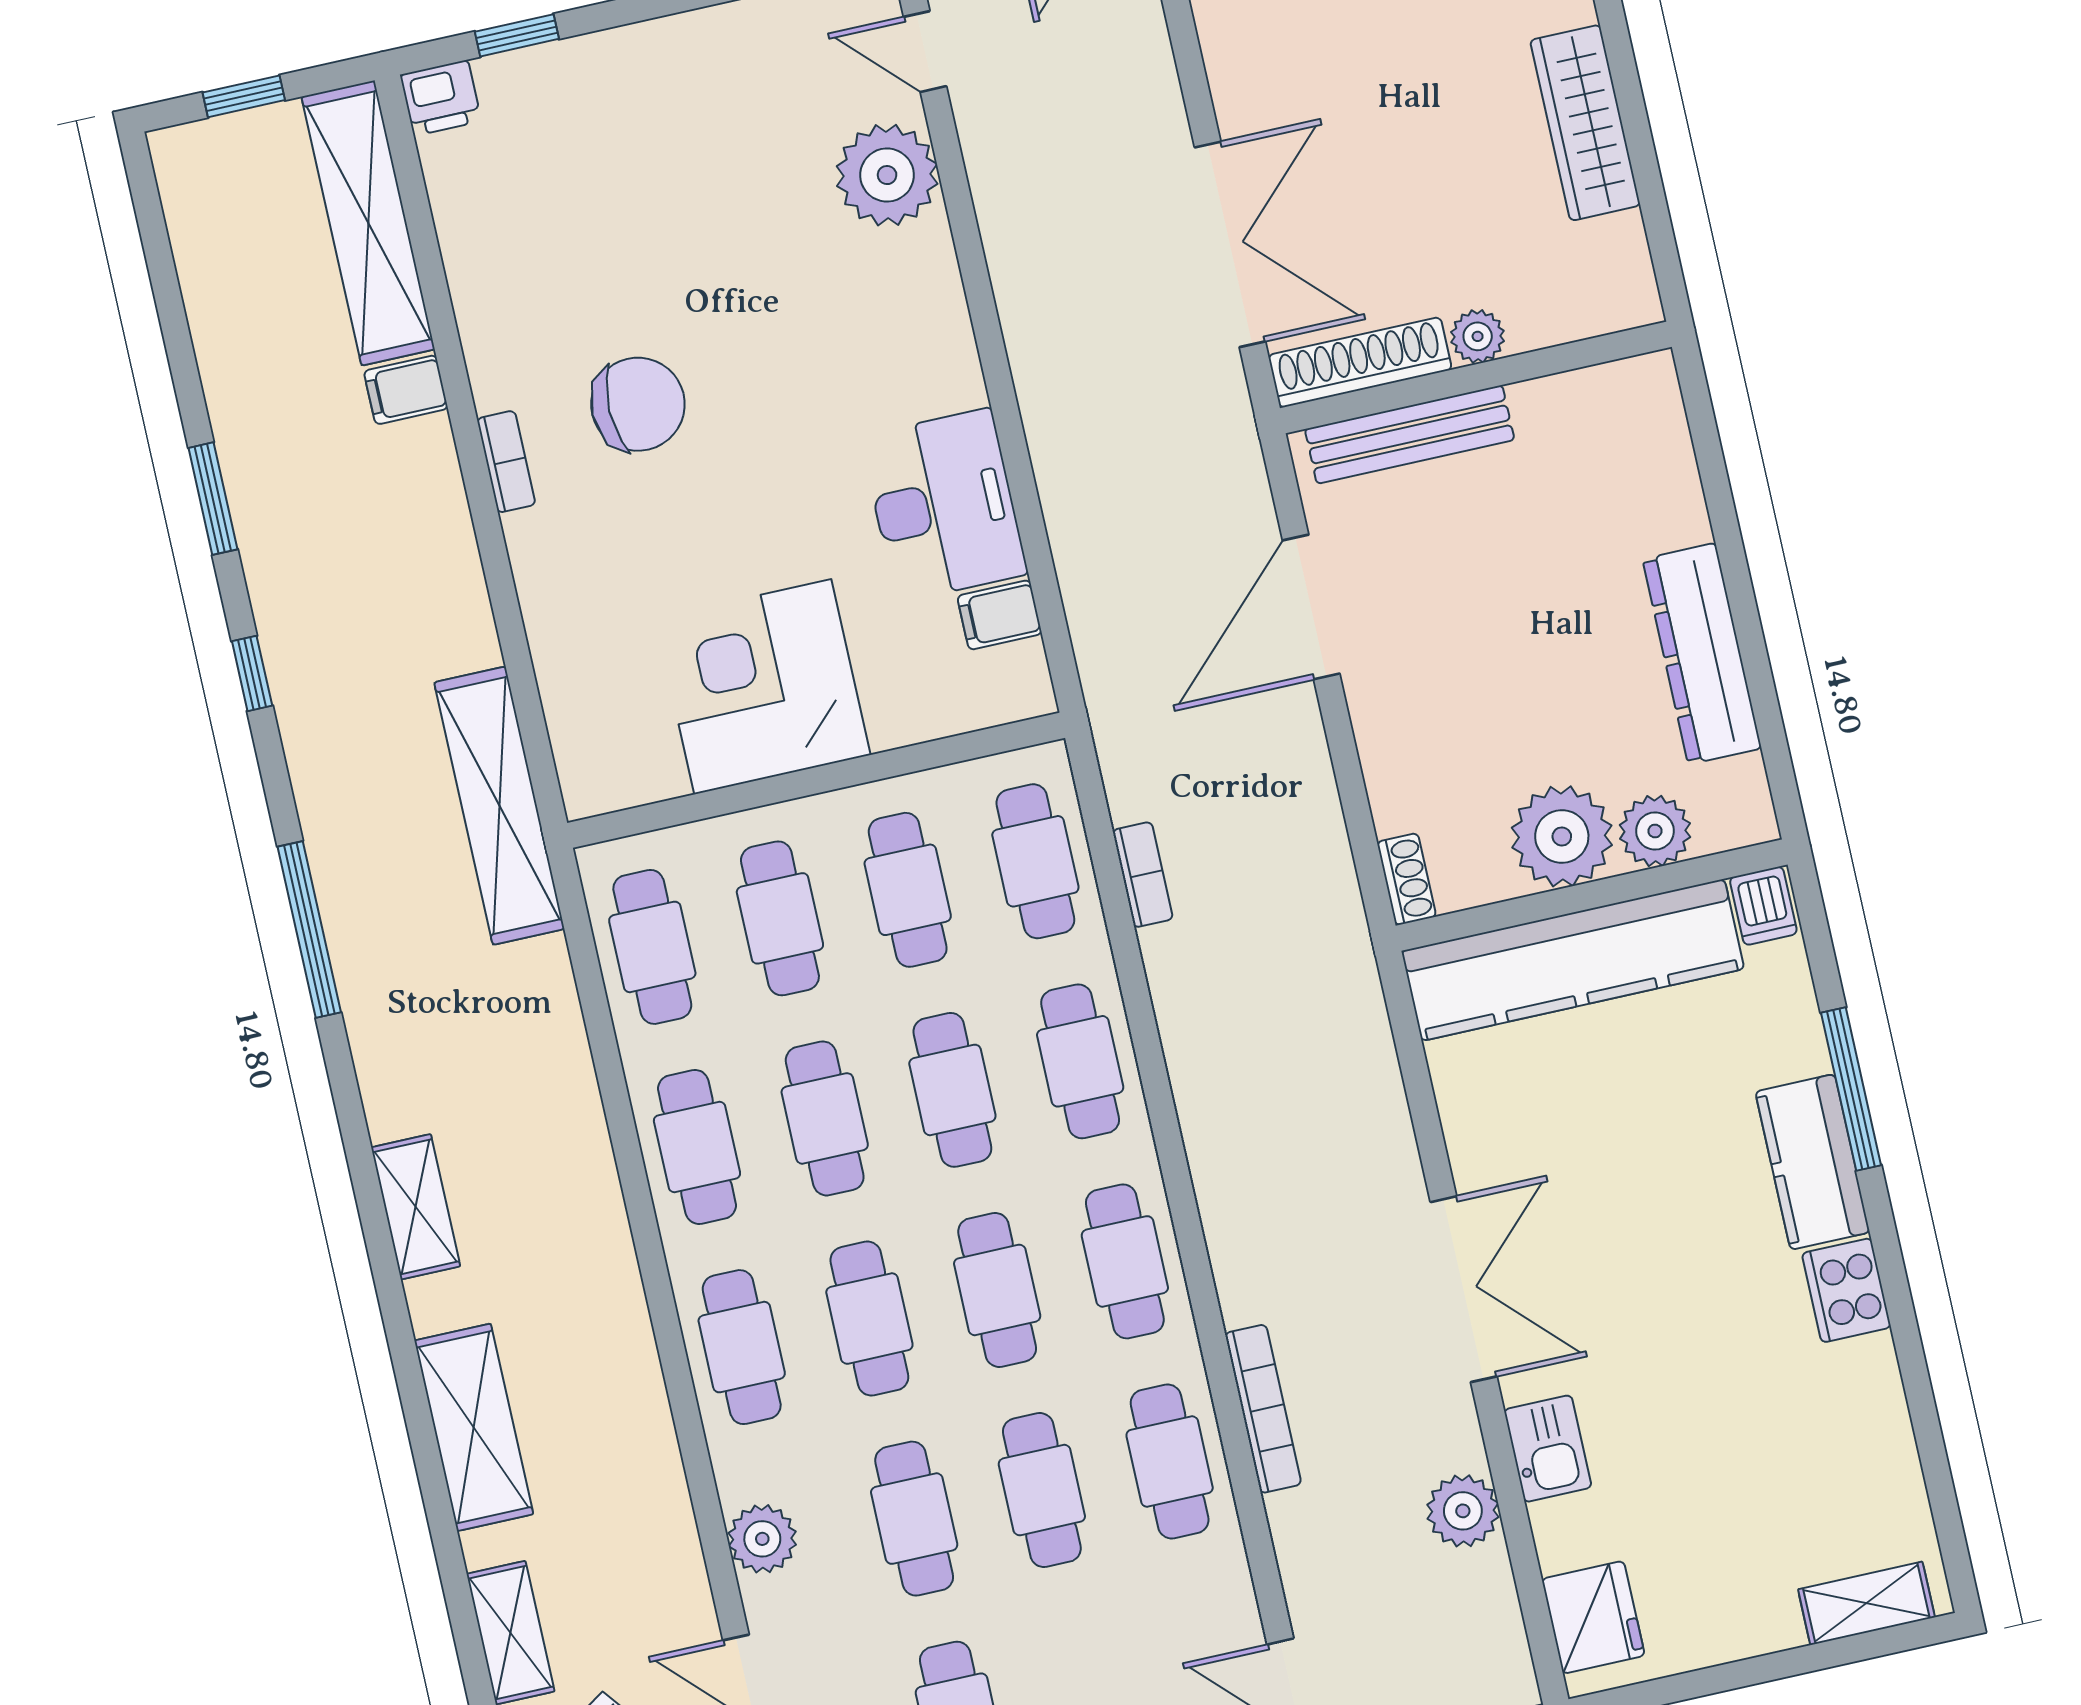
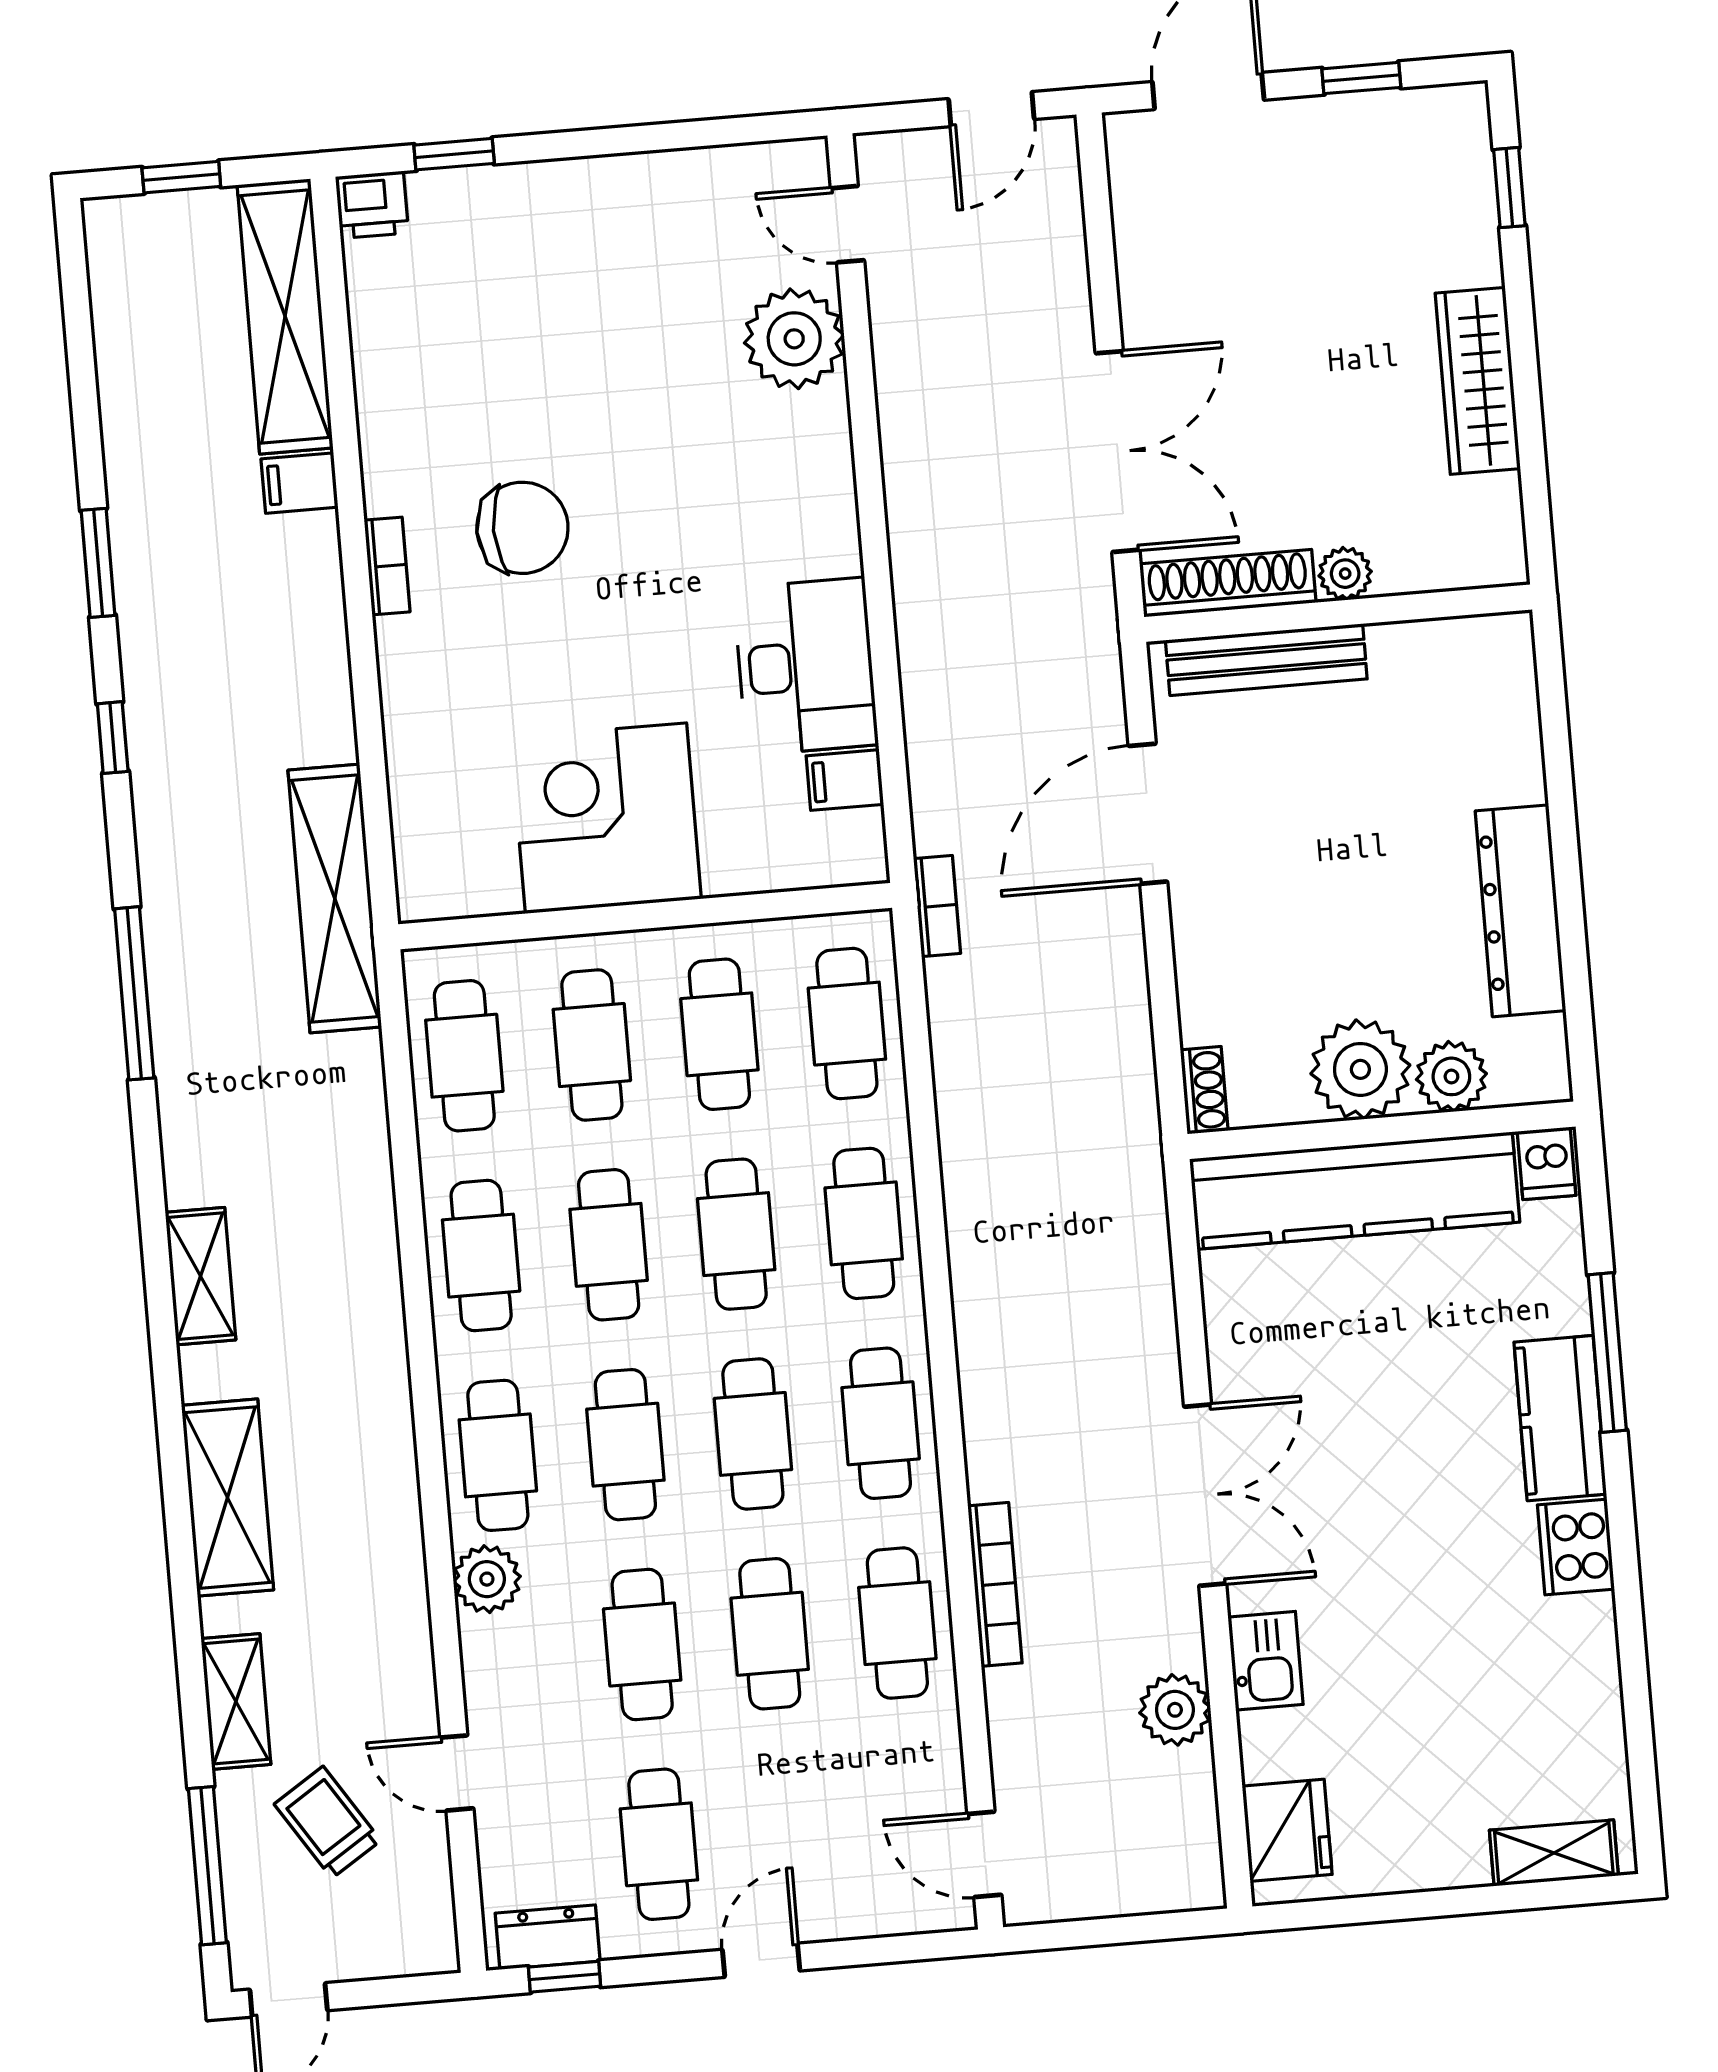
bookcase: (1143, 875) -> (937, 906), moved
plant: (762, 1539) -> (487, 1579), moved

